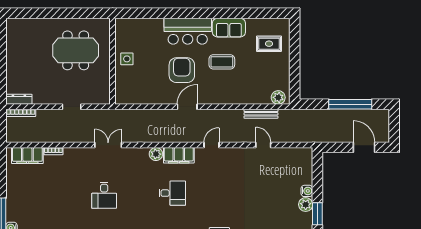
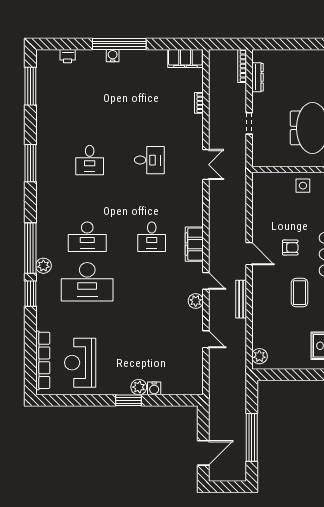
armchair: (182, 70) -> (290, 247), width x0.53, depth x0.53
dresser: (19, 99) -> (257, 77), moved
bench: (261, 114) -> (241, 299), moved
door: (263, 145) -> (206, 339), hinge flipped
plant: (156, 154) -> (196, 301), moved
filing cabinet: (27, 156) -> (185, 58), moved, turned -90
desk: (104, 195) -> (149, 160), turned 180

